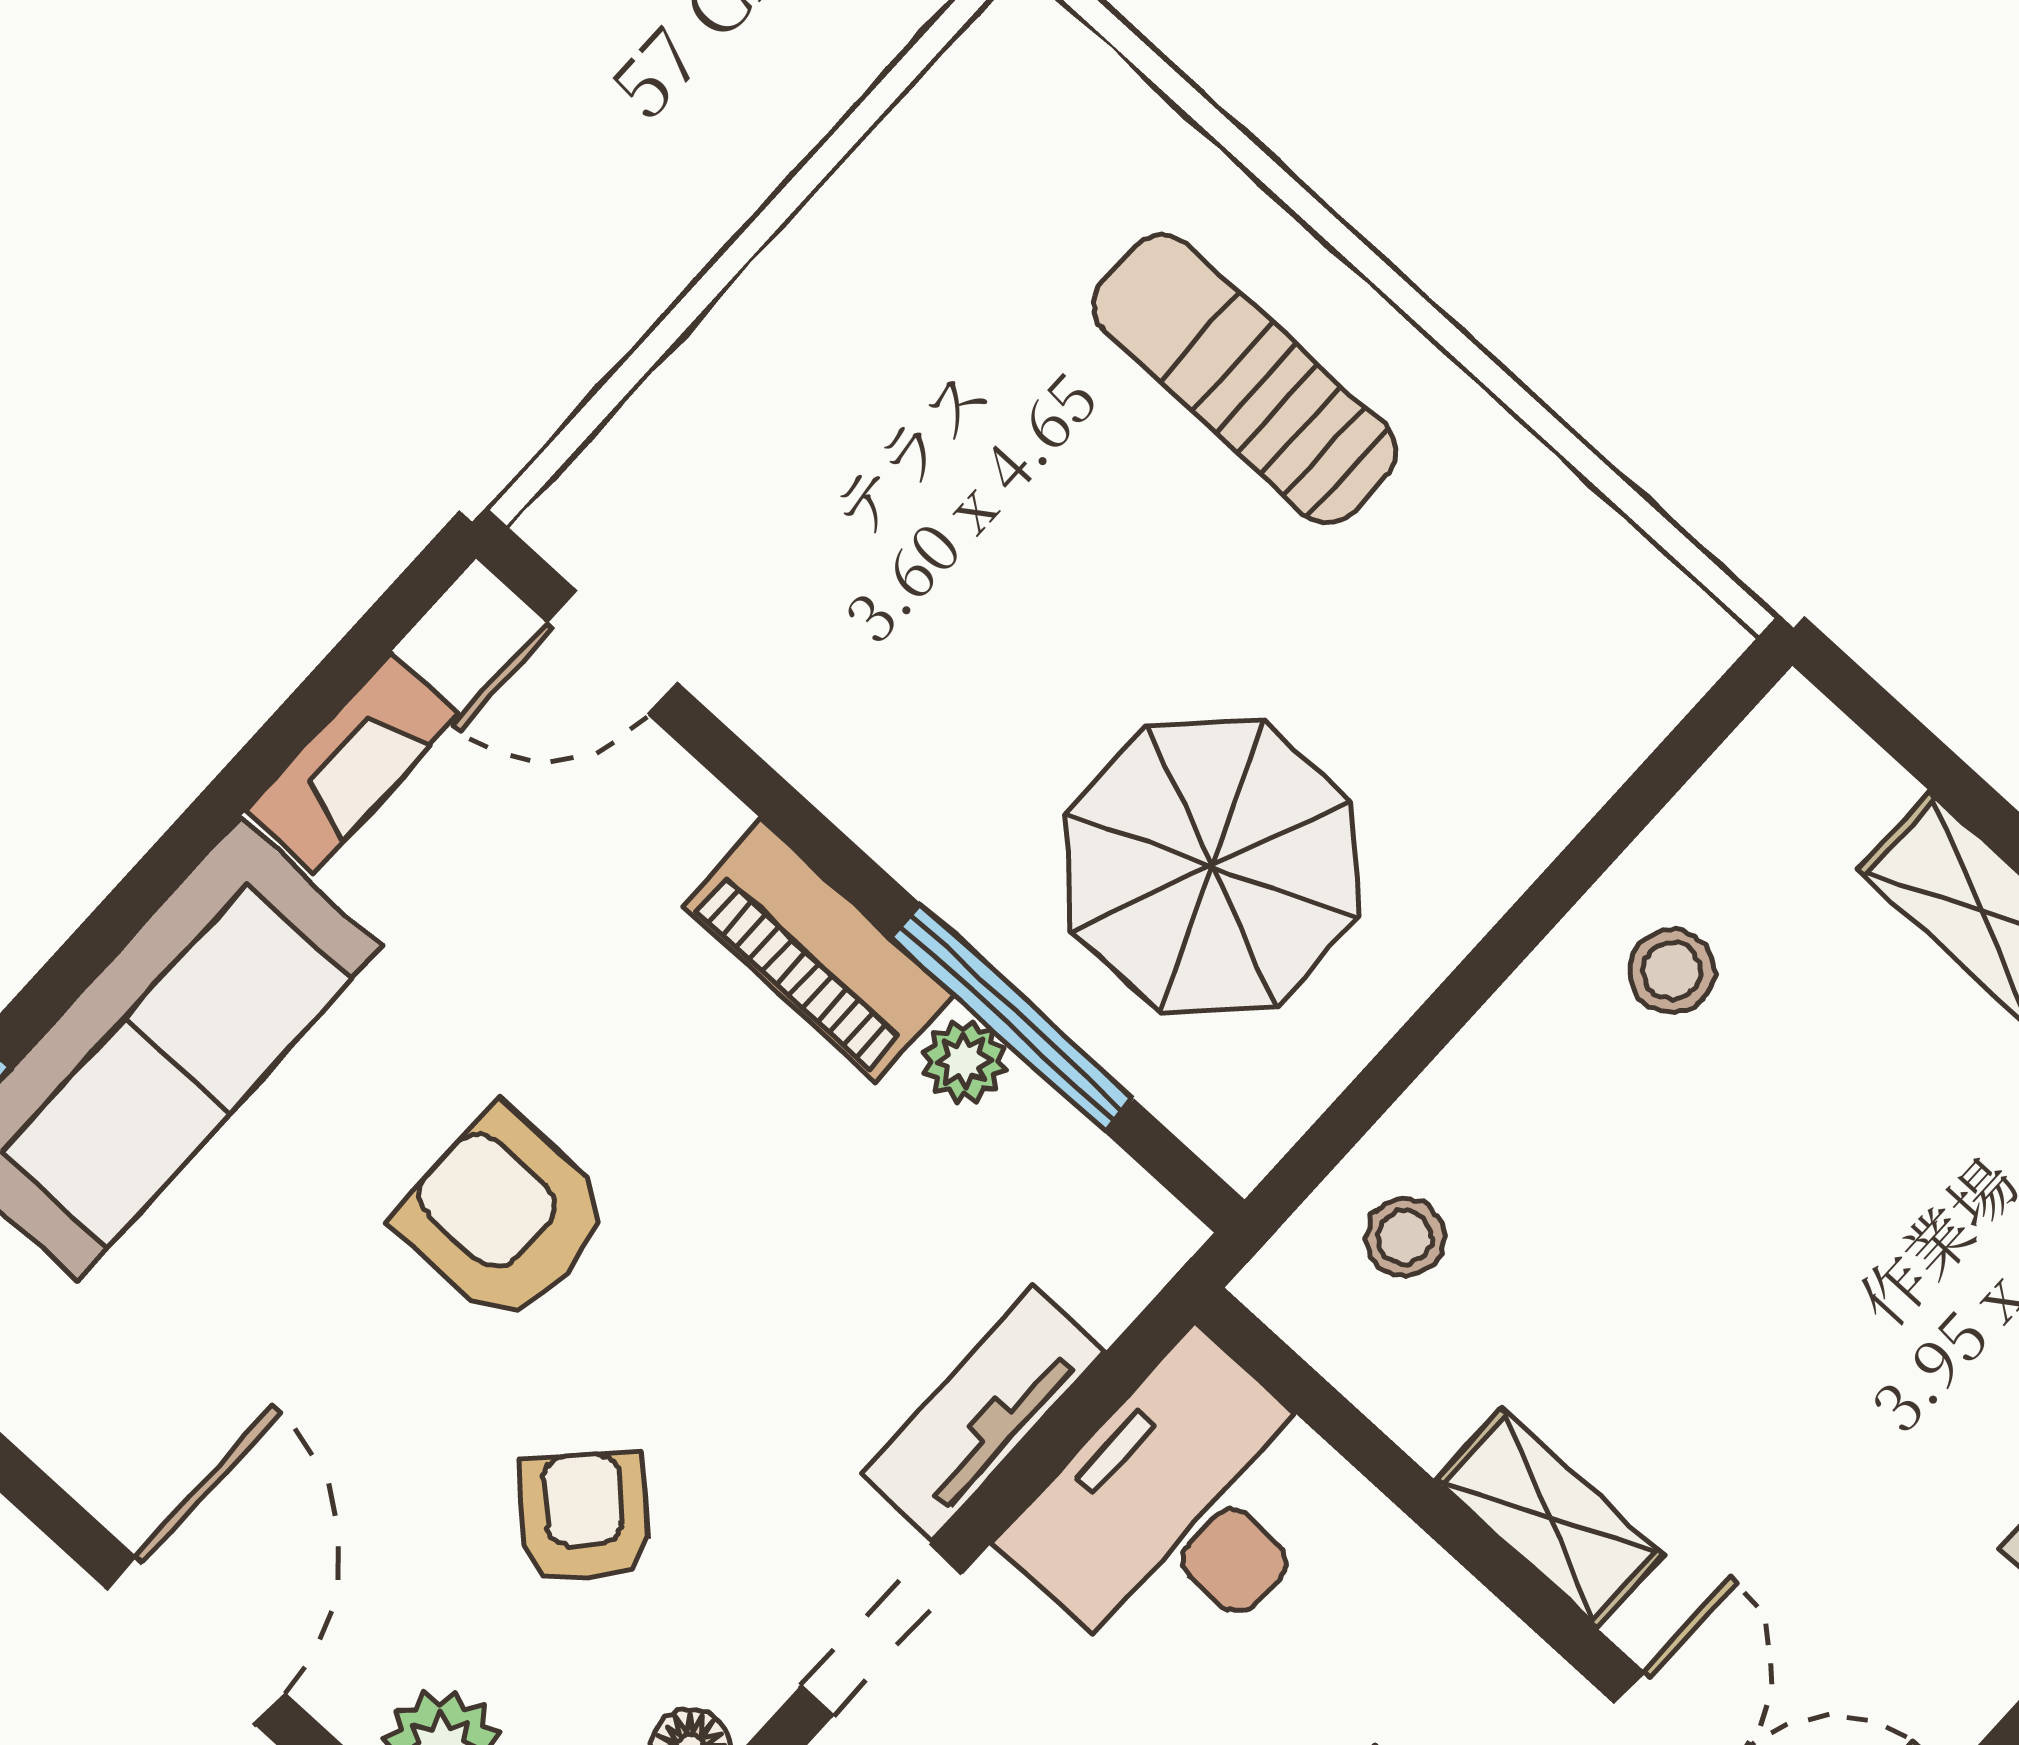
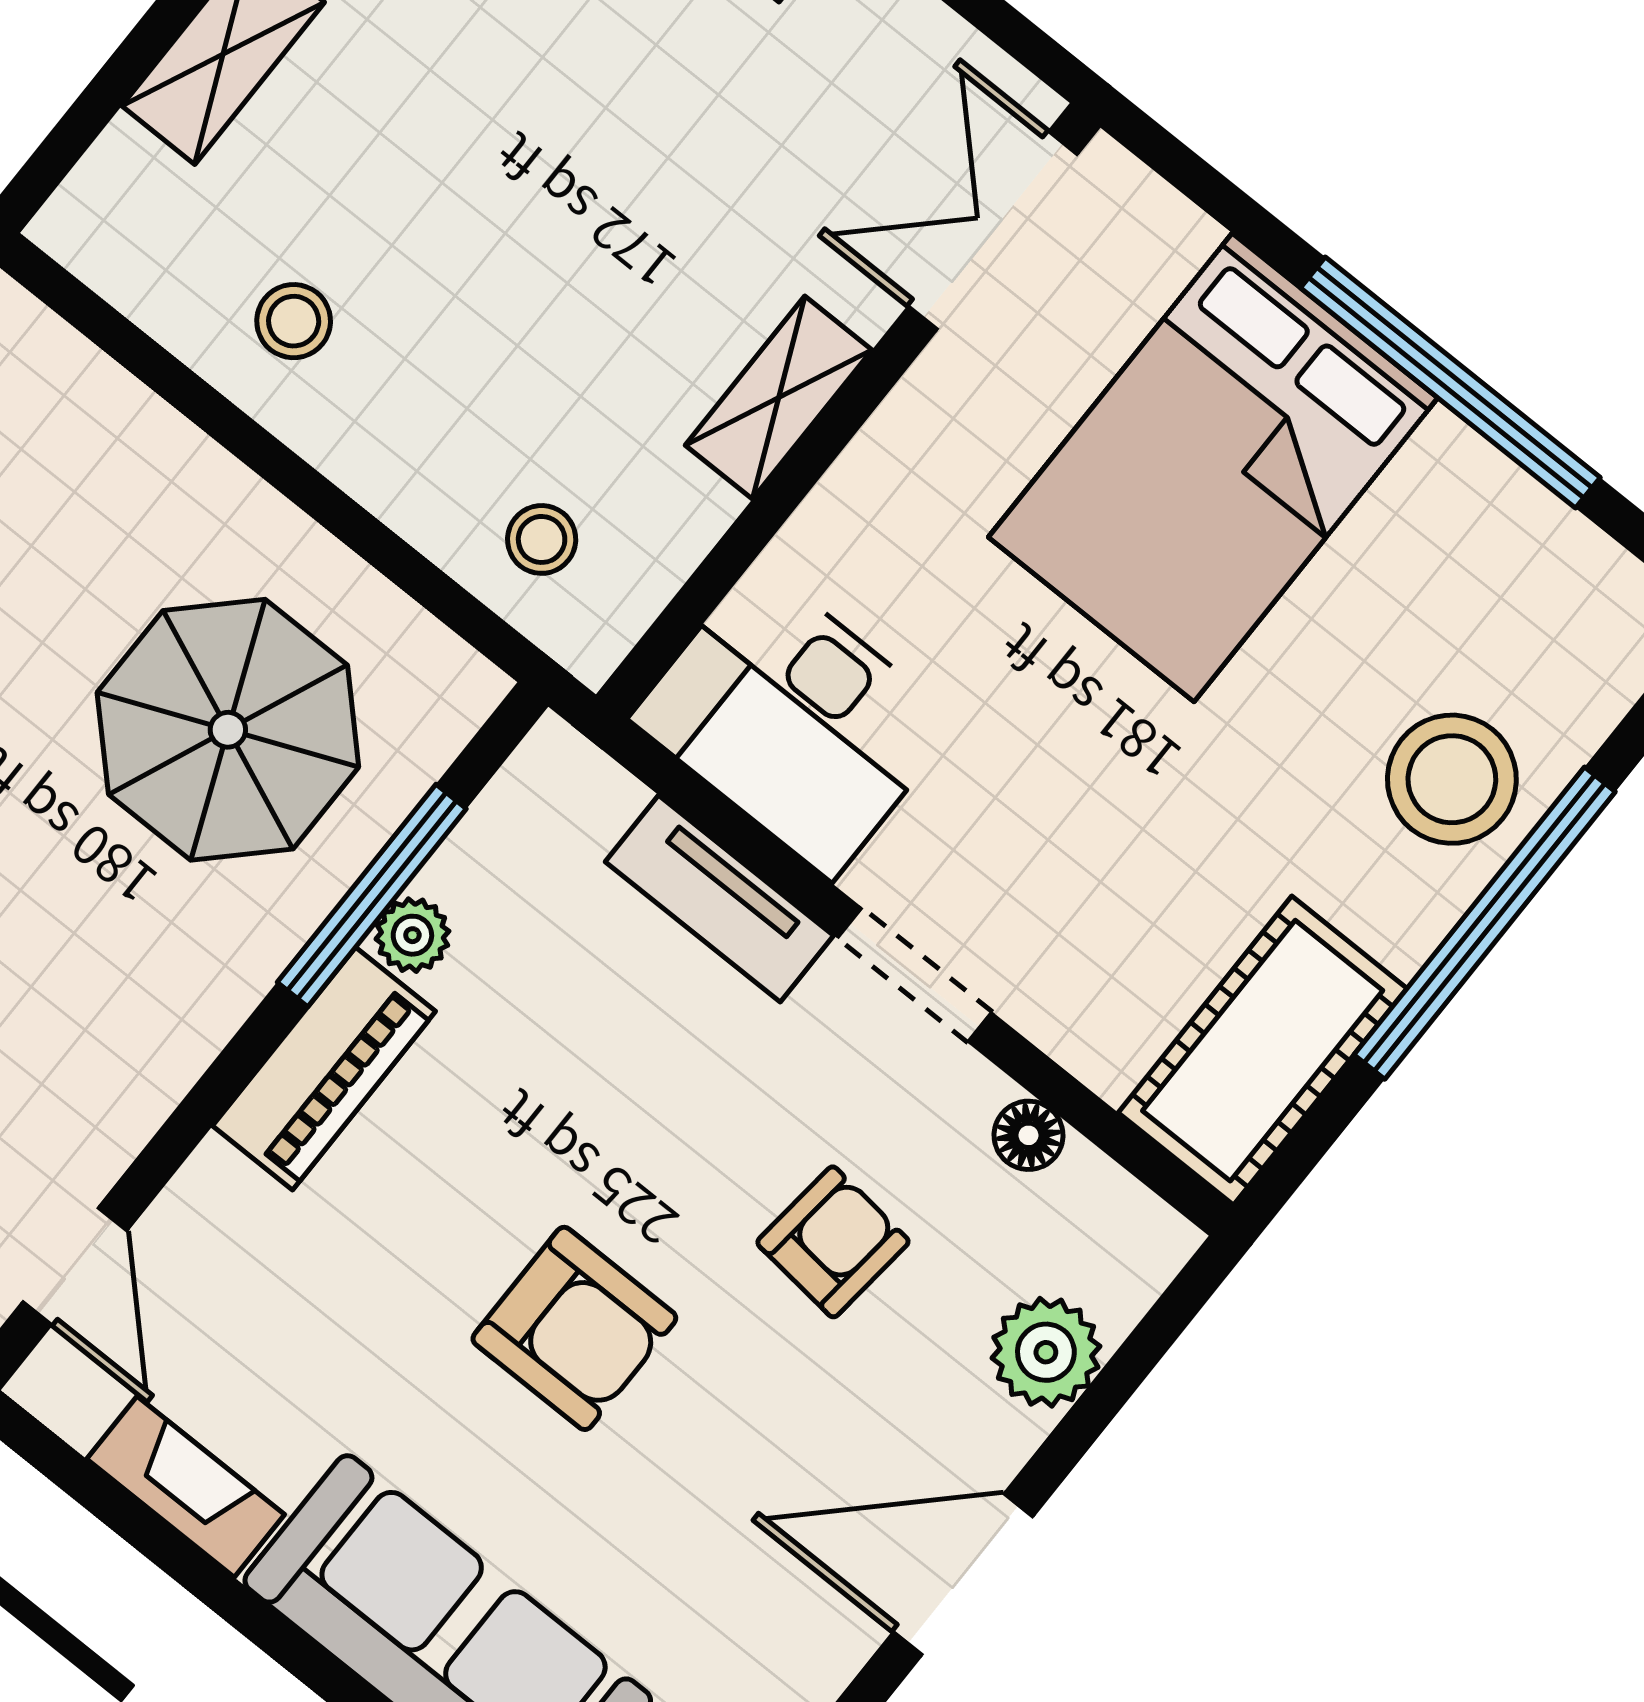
armchair: (504, 1216) -> (574, 1328), turned -90
armchair: (584, 1517) -> (833, 1242), turned 142

